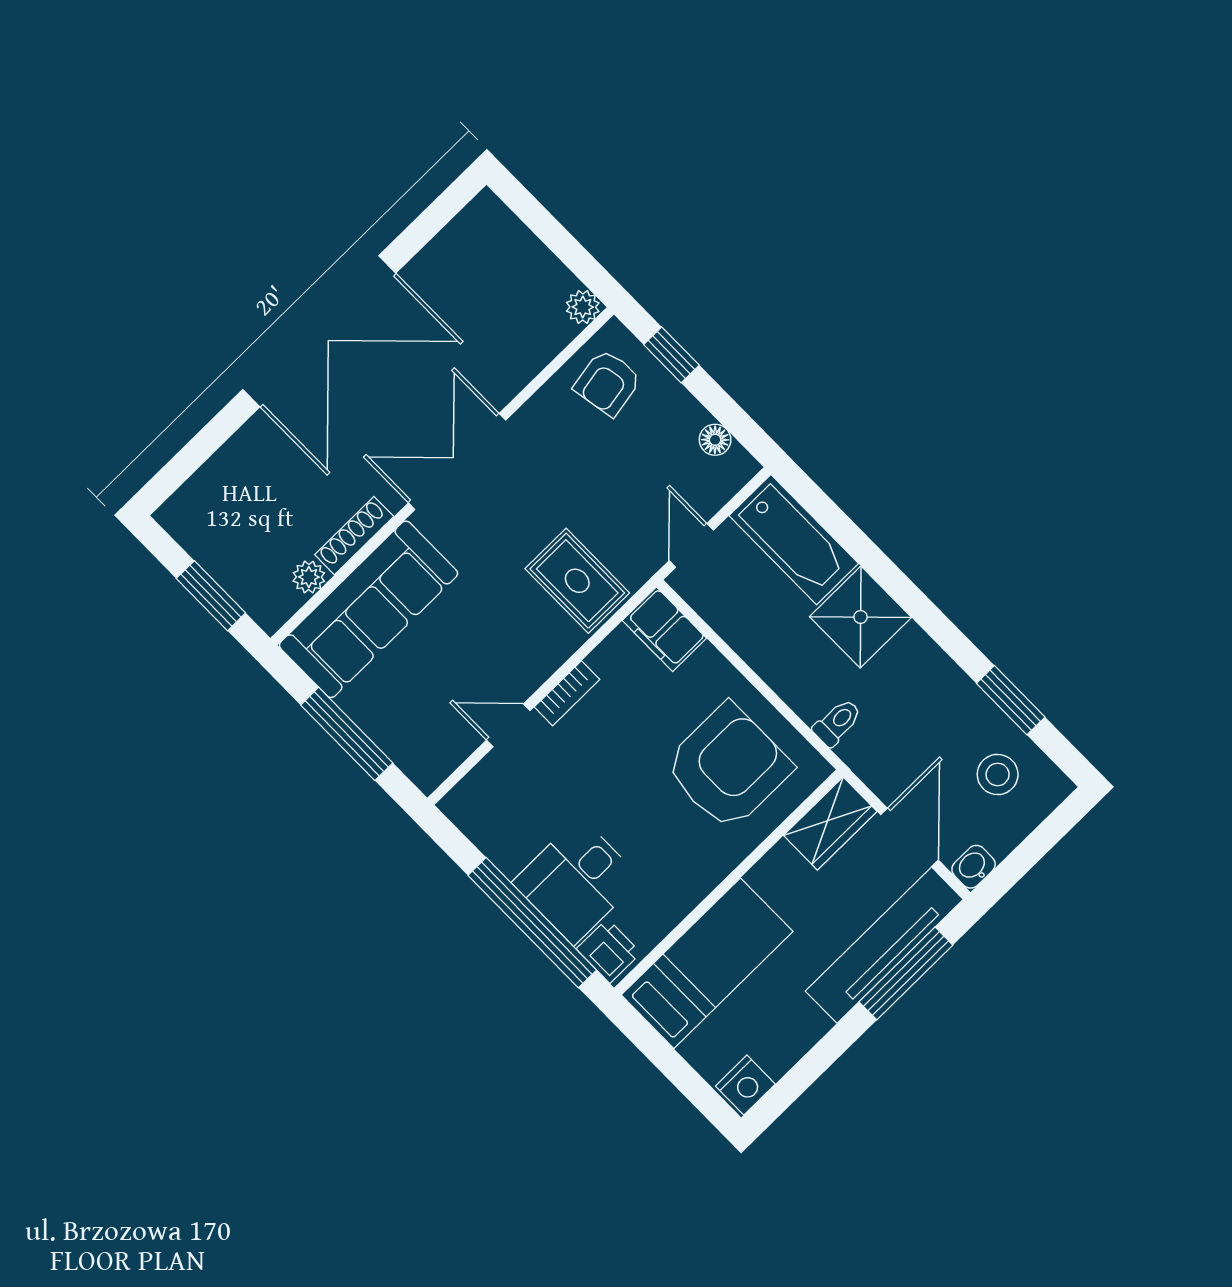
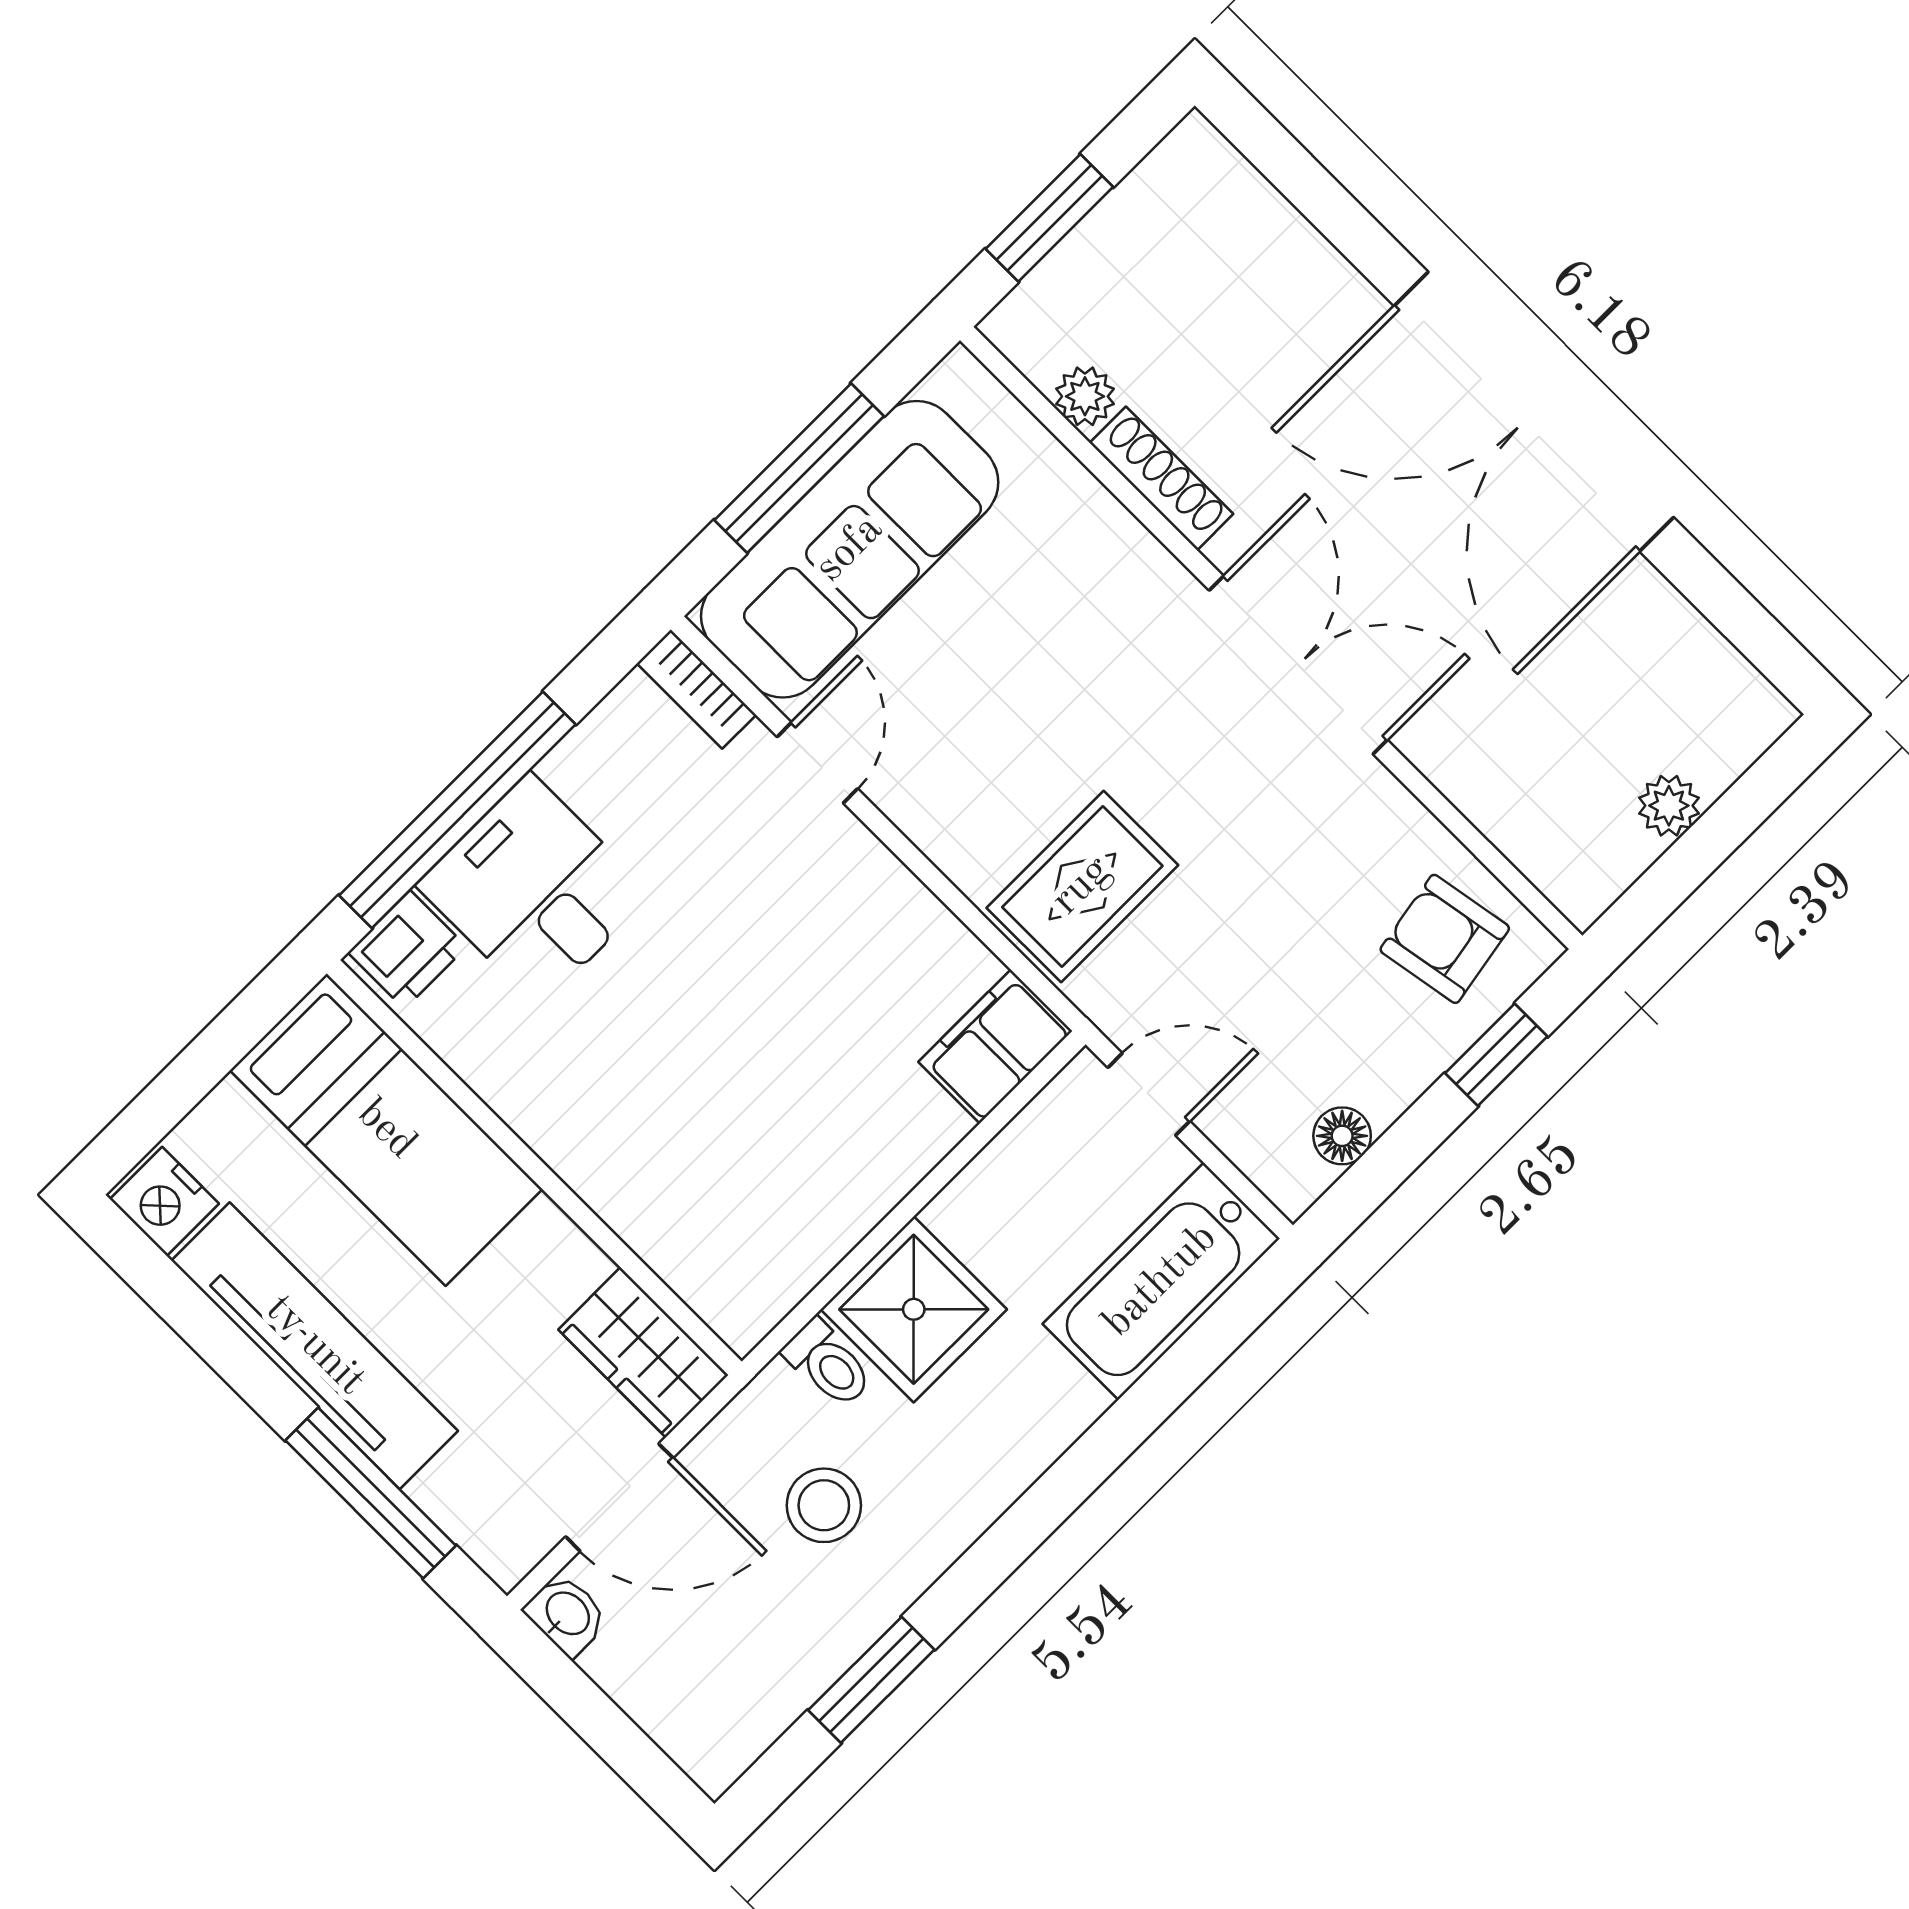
plant: (583, 307) -> (1669, 806), moved
sofa: (368, 609) -> (850, 549), moved, turned -90
shower: (861, 617) -> (914, 1309), moved
bookcase: (567, 693) -> (696, 689), moved
armchair: (728, 767) -> (745, 1165), removed
stool: (998, 774) -> (824, 1505), moved
tv unit: (884, 945) -> (315, 1346), moved

